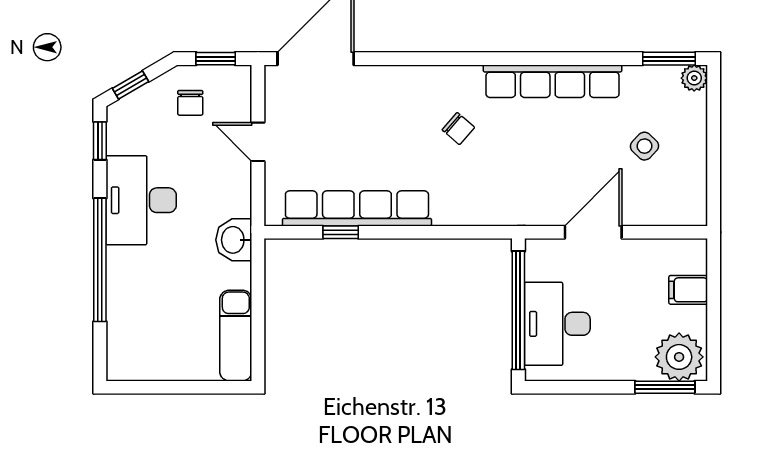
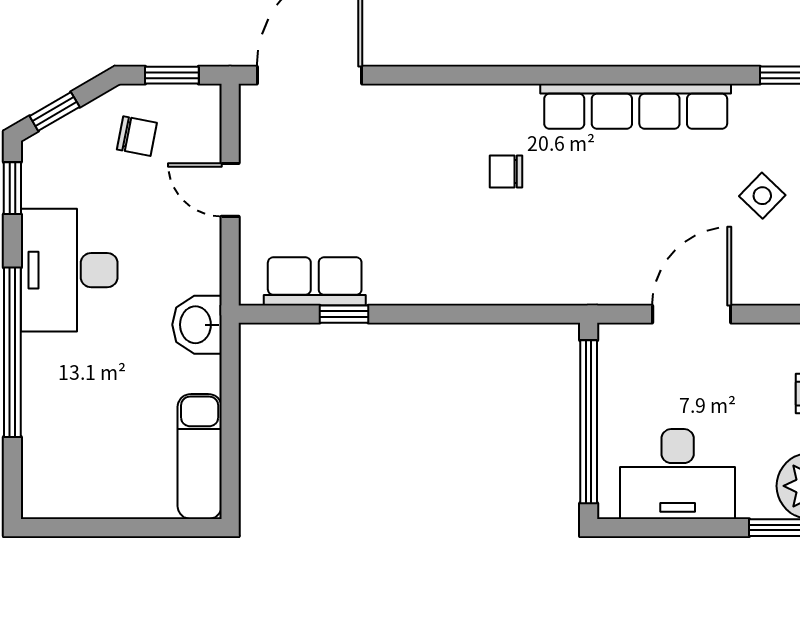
chair: (190, 103) -> (137, 136), turned -79
chair: (458, 129) -> (506, 172), turned 139
row of seats: (357, 208) -> (315, 281), width x0.50
desk: (557, 324) -> (678, 474), moved, turned -90

